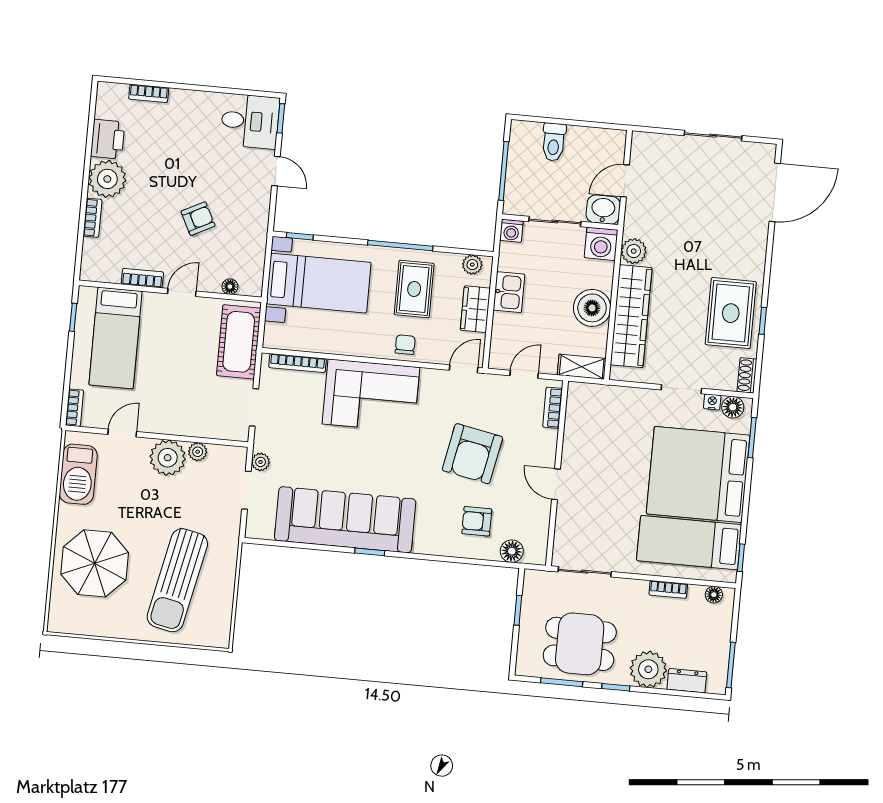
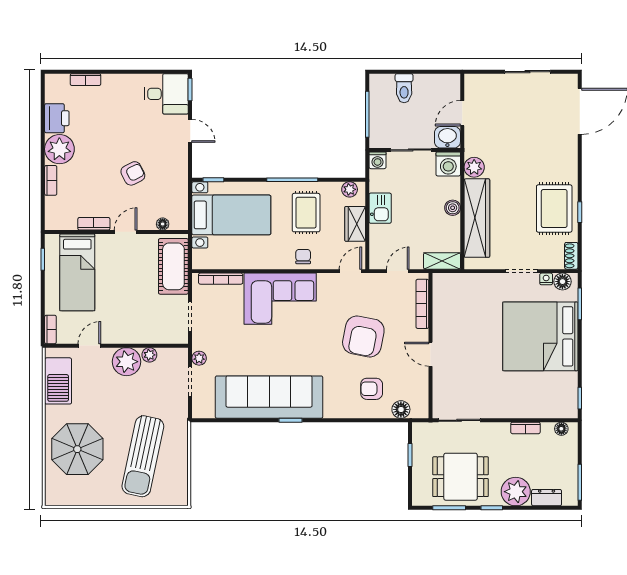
boiler: (592, 308) -> (453, 208), width x0.54, depth x0.54
bookcase: (553, 408) -> (422, 304), width x1.56
bed: (689, 543) -> (538, 390), removed

